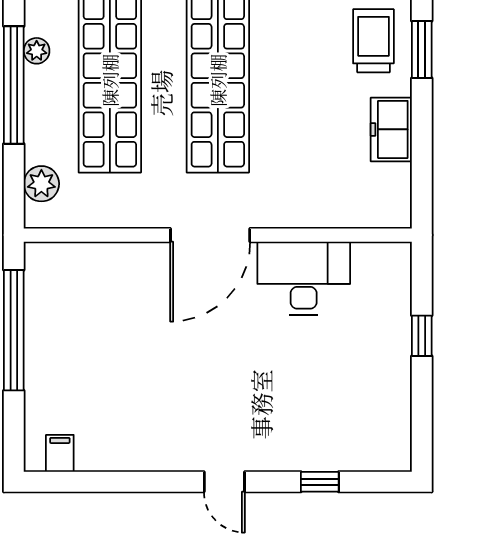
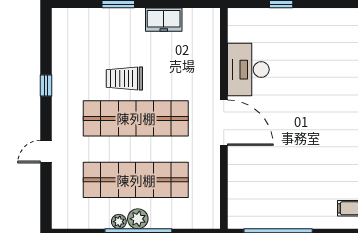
trolley: (373, 41) -> (124, 79), moved
plant: (41, 184) -> (138, 219), moved

